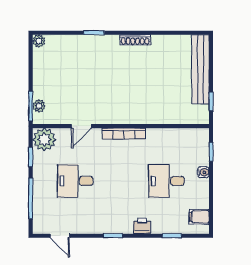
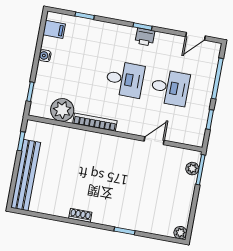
shoe rack: (135, 40) -> (80, 215), width x0.70
bookcase: (124, 134) -> (95, 122), moved
plant: (44, 140) -> (62, 110), moved
water cooler: (203, 172) -> (45, 56), moved
desk: (166, 181) -> (125, 79), moved
printer: (142, 226) -> (145, 37), moved
door: (60, 236) -> (195, 36), swing flipped

